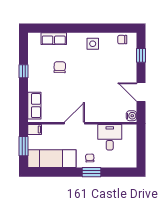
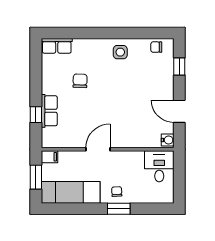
row of seats: (54, 39) -> (57, 46), moved
window: (24, 71) -> (36, 115), moved
row of seats: (34, 106) -> (49, 111), moved
desk: (110, 137) -> (159, 166), moved

